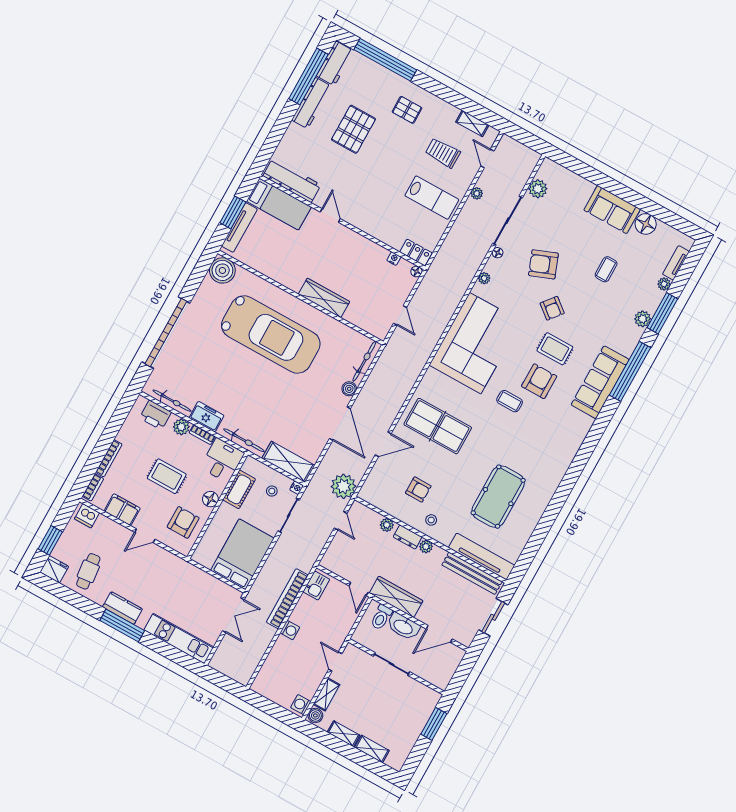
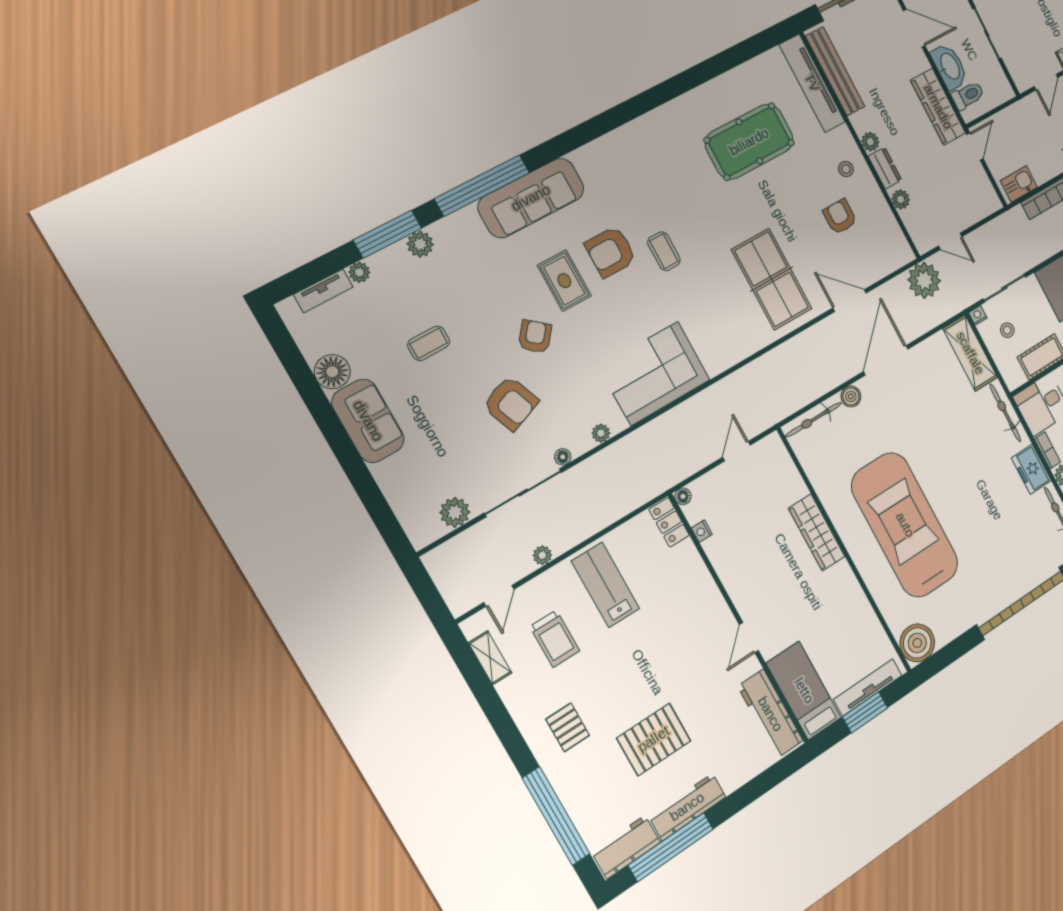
corner sofa: (475, 343) -> (655, 373), width x0.73, depth x0.74
door: (341, 521) -> (950, 241), swing flipped

